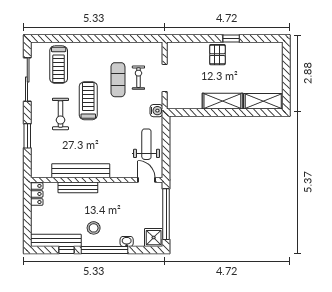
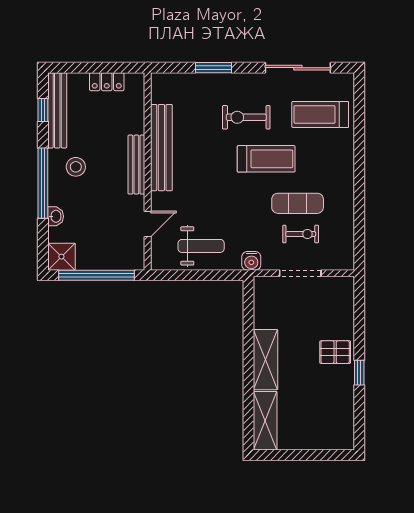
door: (146, 180) -> (148, 224), moved
bench: (78, 187) -> (136, 165), moved
locker: (37, 194) -> (107, 82), moved
window: (66, 250) -> (43, 110), moved

